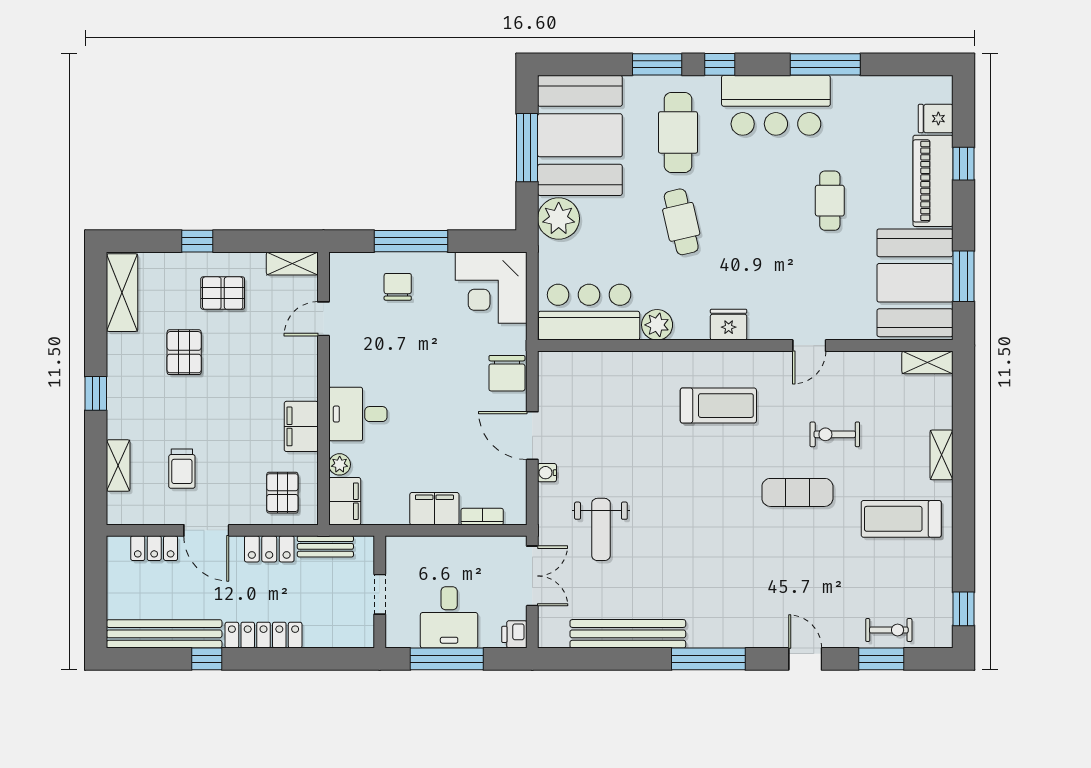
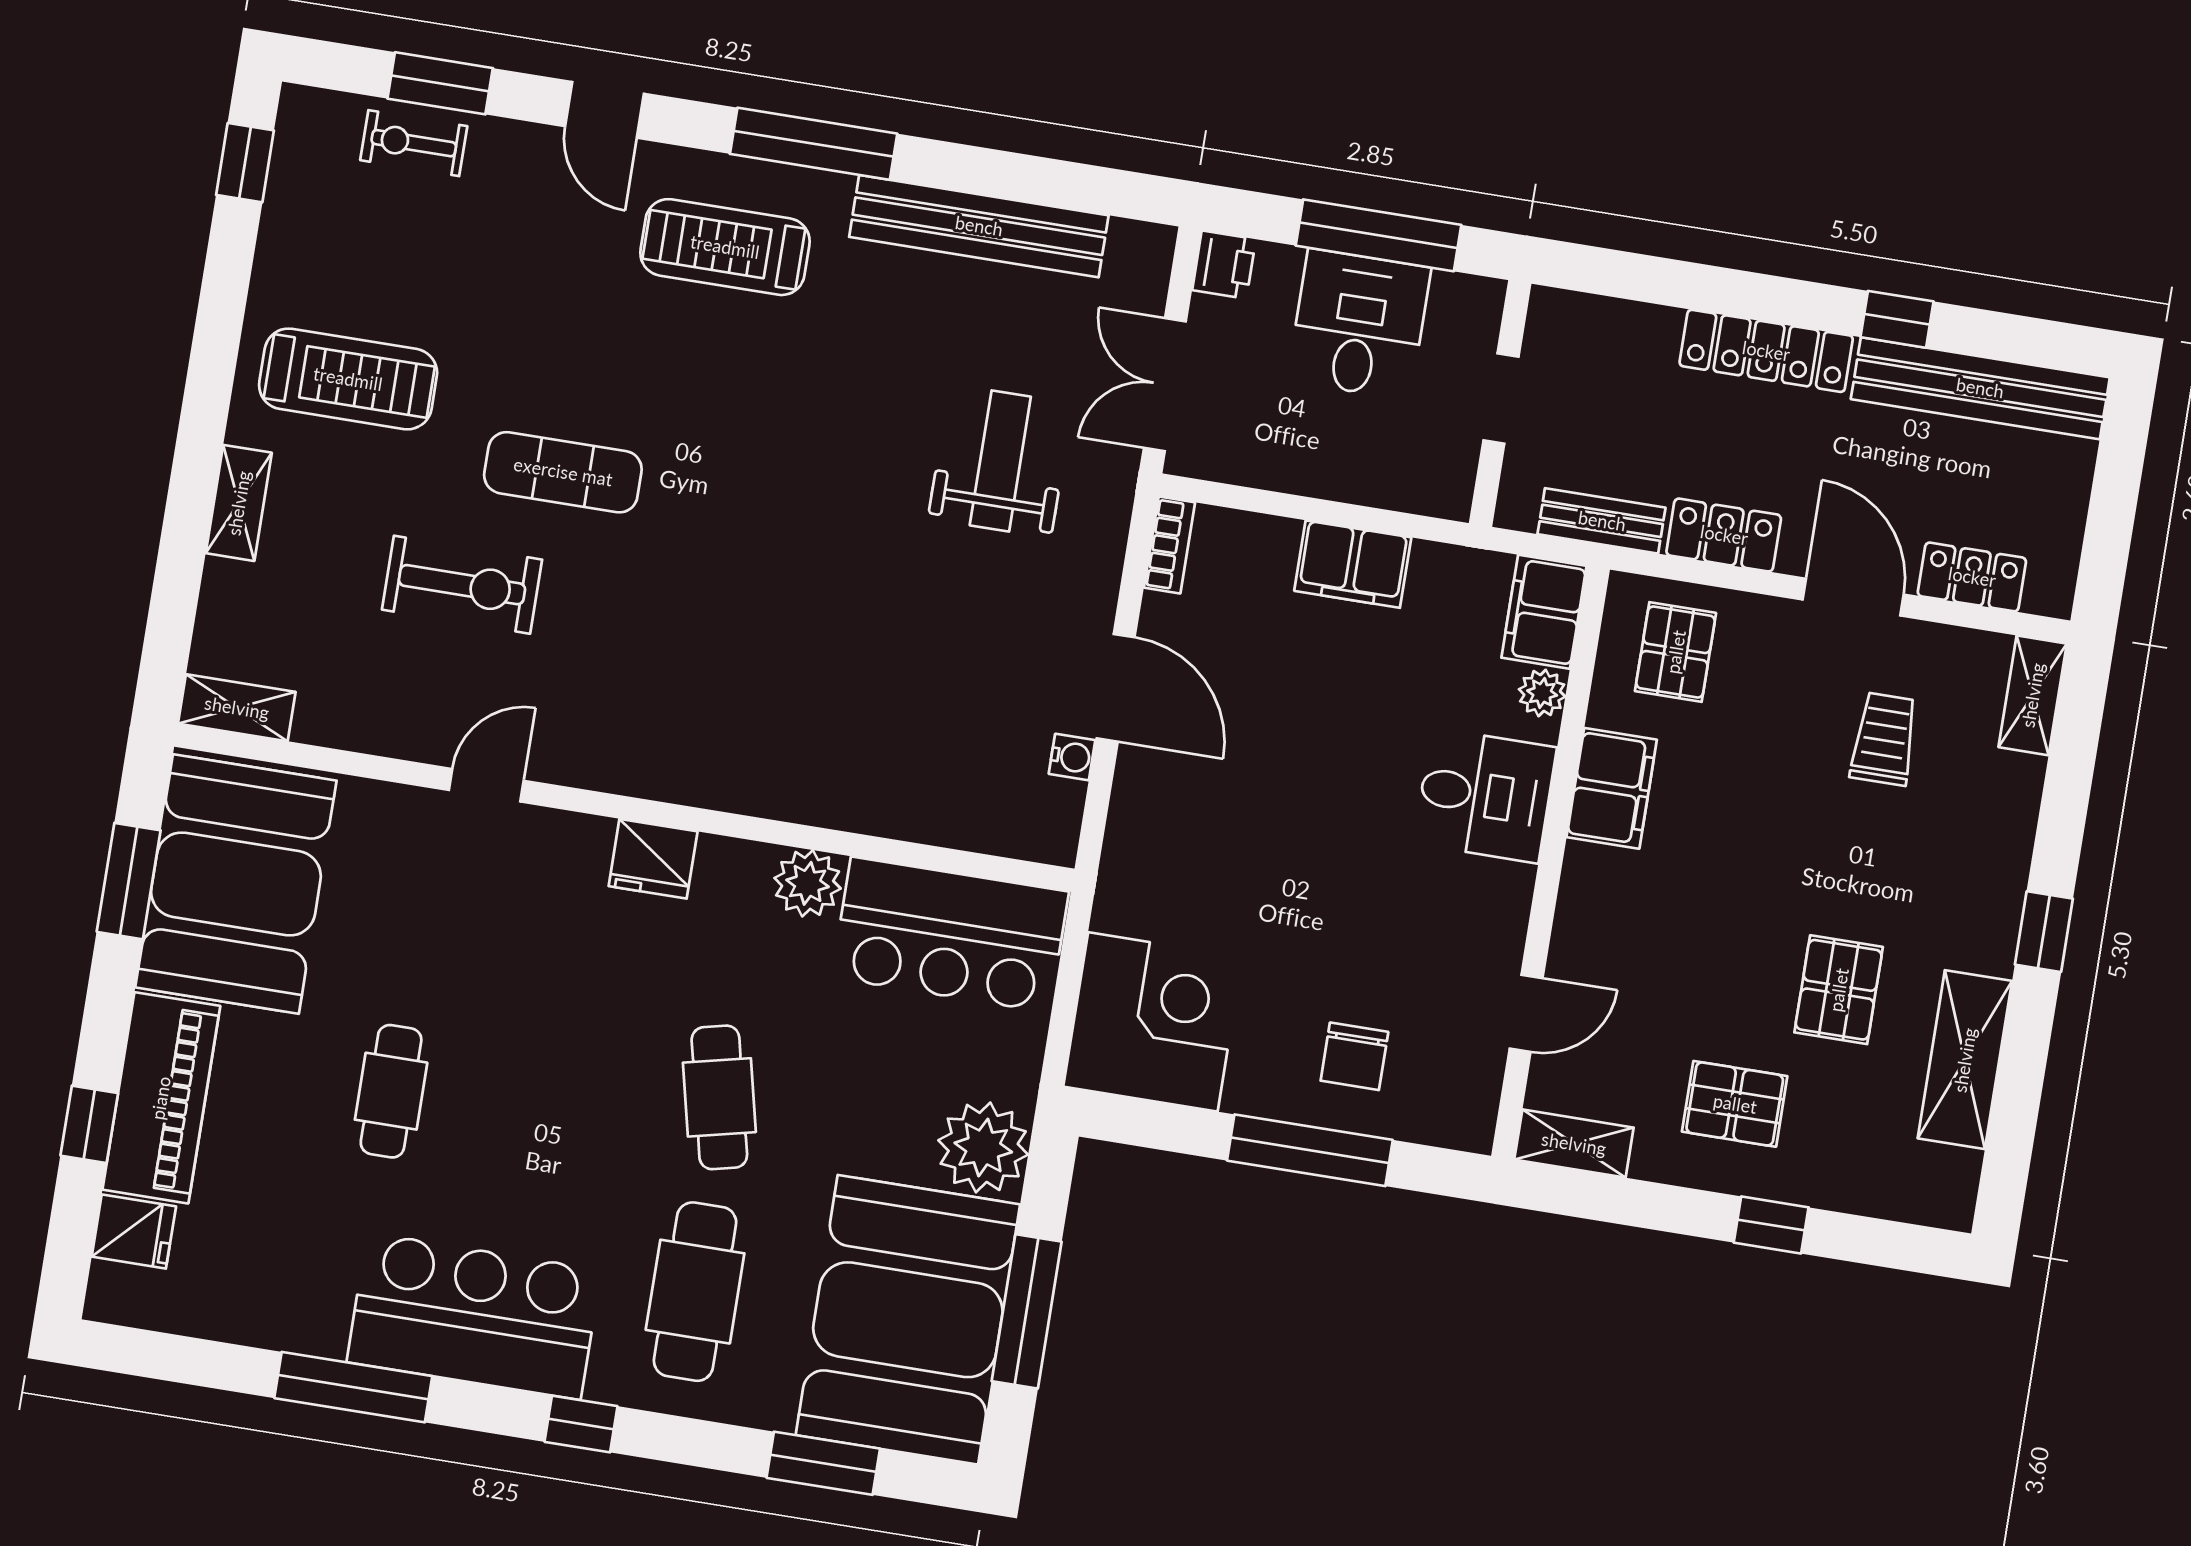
window: (657, 64) -> (823, 1463), moved
shelving: (122, 293) -> (1965, 1060), moved
chair: (507, 373) -> (1149, 831), removed
treadmill: (718, 406) -> (725, 247), moved
exercise bike: (835, 434) -> (462, 585), width x1.38, depth x1.39
shelving: (118, 466) -> (2033, 695), moved
water cooler: (547, 473) -> (1072, 757), moved
bookcase: (482, 517) -> (1169, 545), moved, turned -90

